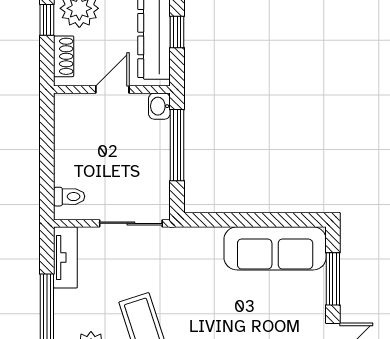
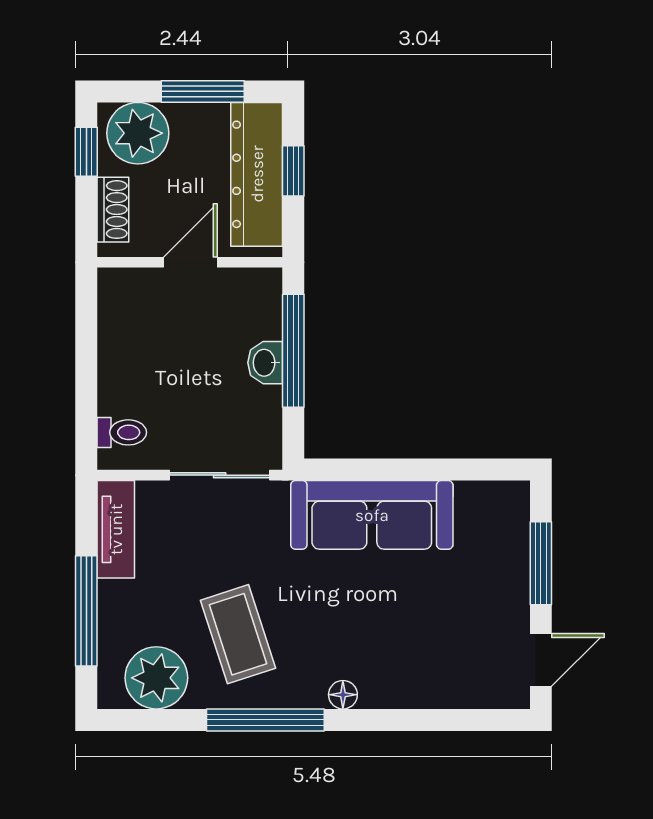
washbasin: (159, 106) -> (265, 363), moved
sofa: (275, 248) -> (372, 515), moved

